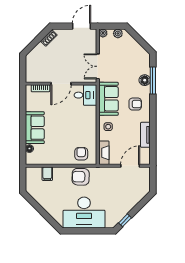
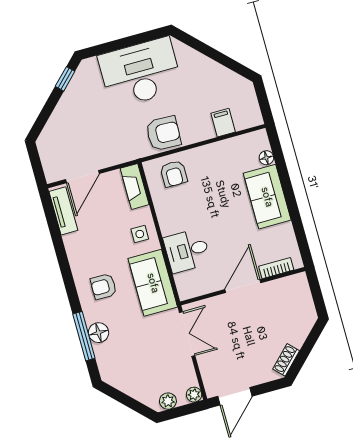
desk: (85, 95) -> (187, 251), moved
tv unit: (145, 135) -> (63, 211), moved

